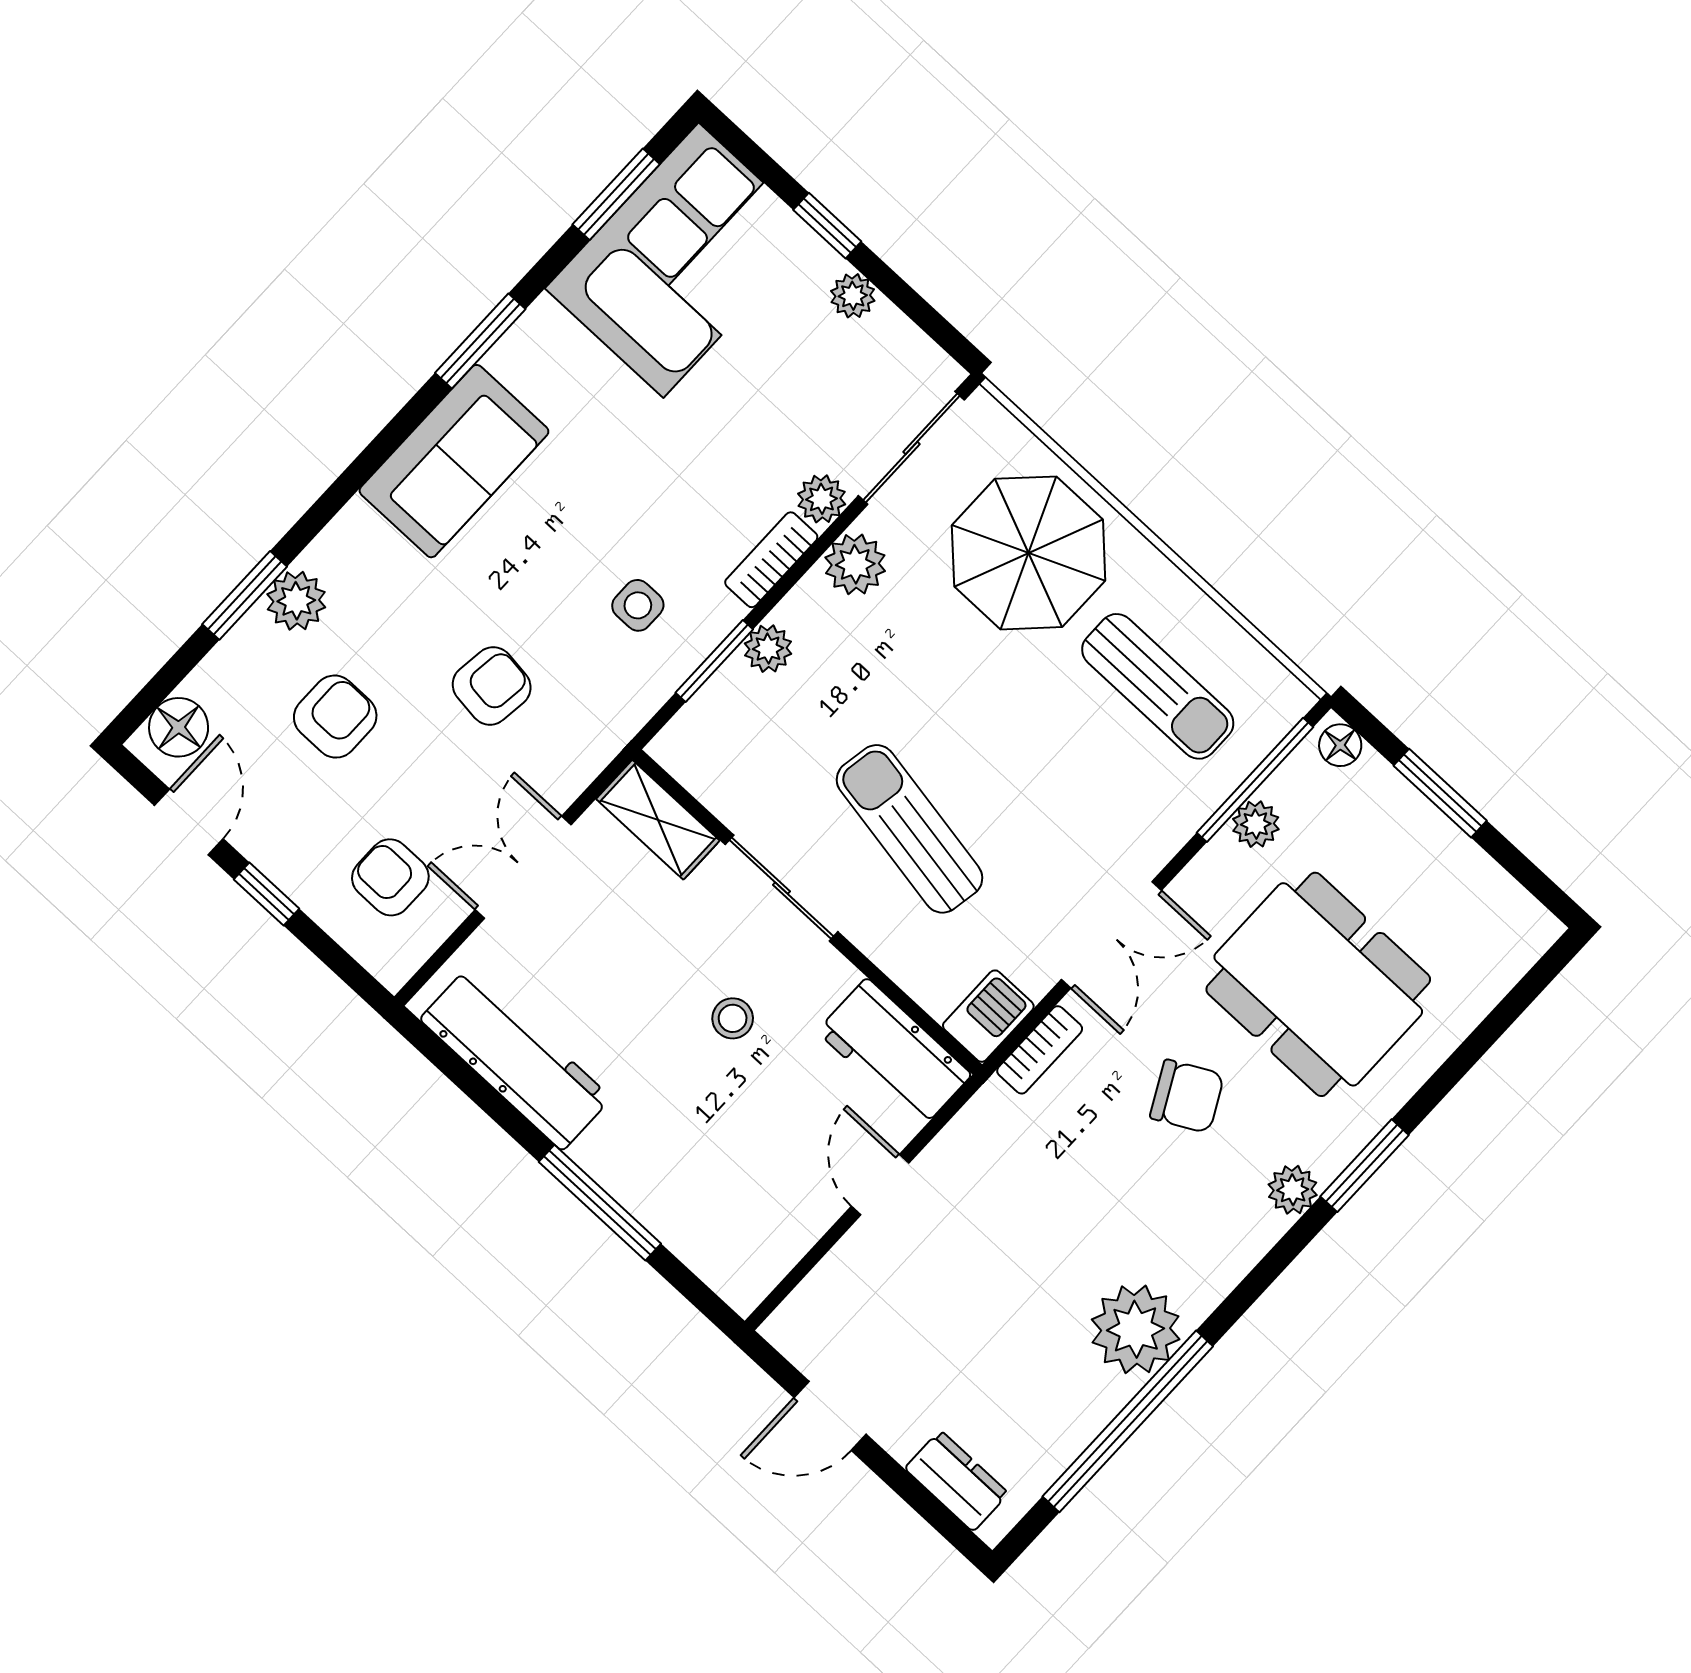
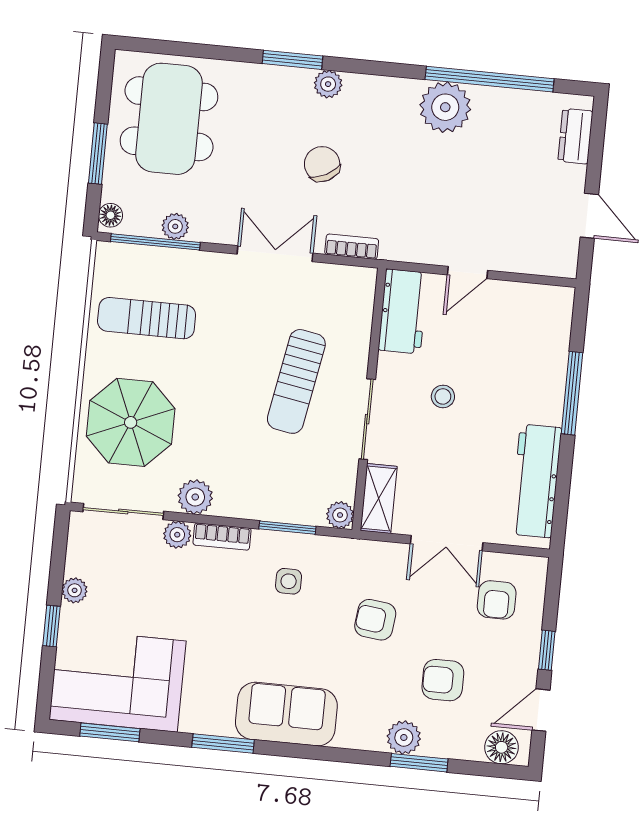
plant: (768, 649) -> (340, 515), moved
sun lounger: (1158, 686) -> (147, 318), turned -90
dining table: (1318, 984) -> (169, 119), moved
barbecue: (988, 1016) -> (354, 281), removed

